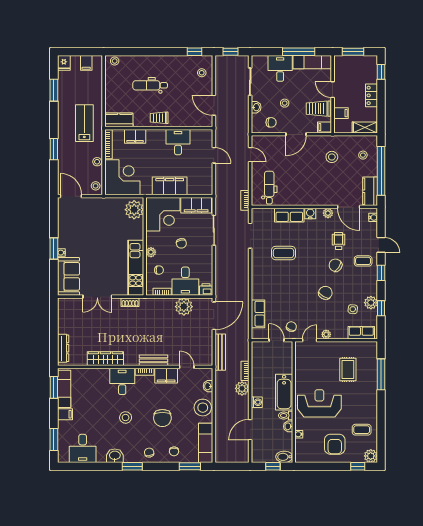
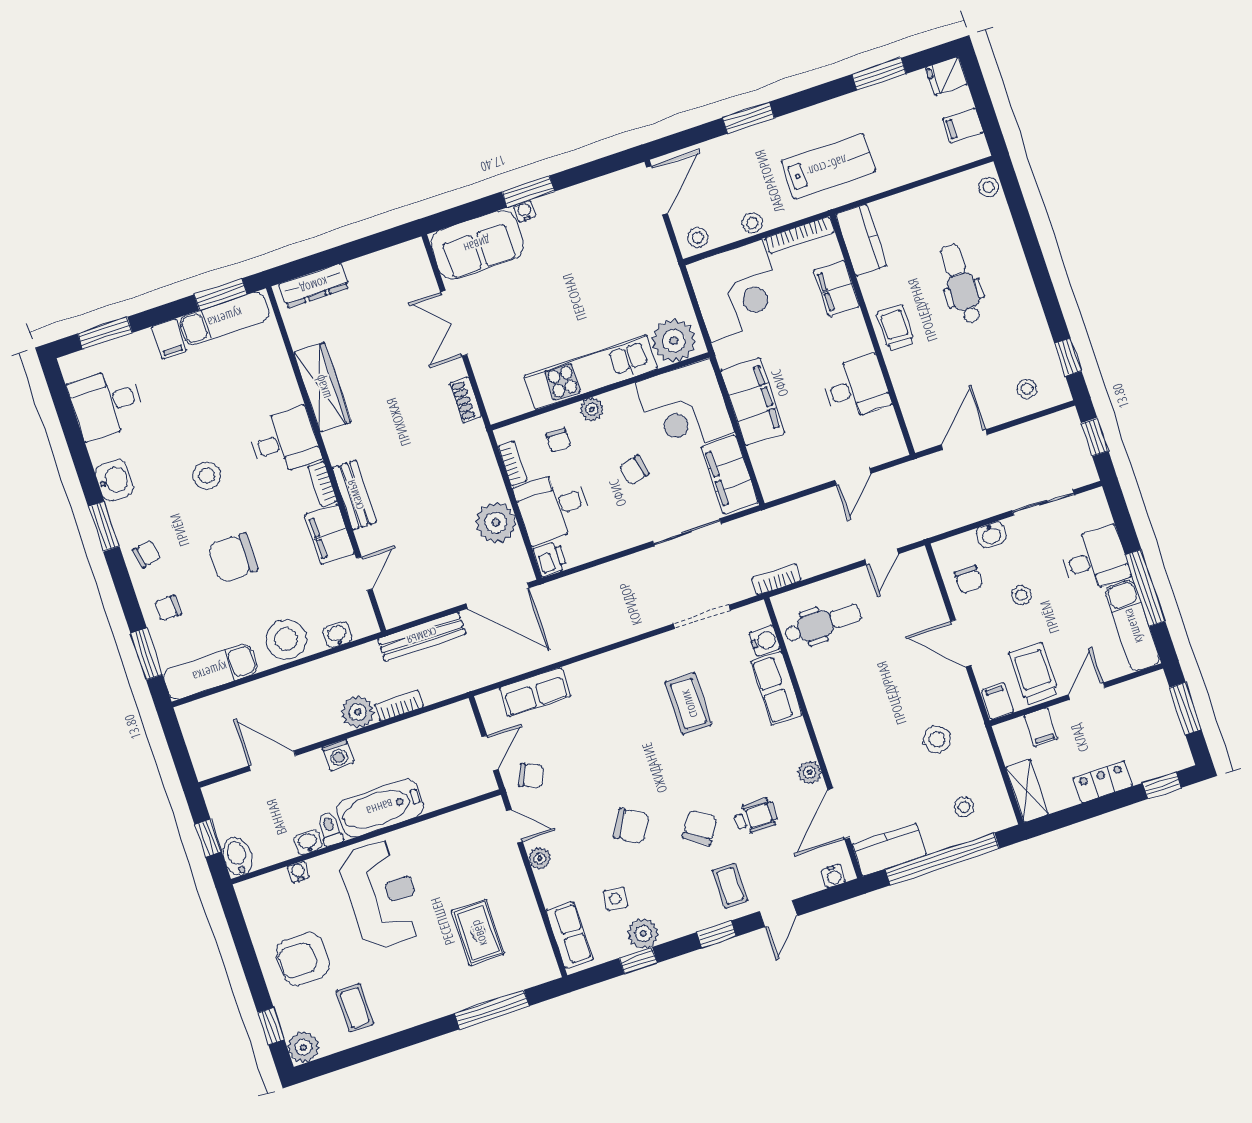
water cooler: (310, 214) -> (765, 641), moved
kitchen unit: (136, 268) -> (591, 372), moved
rug: (348, 370) -> (478, 933), turned 90

